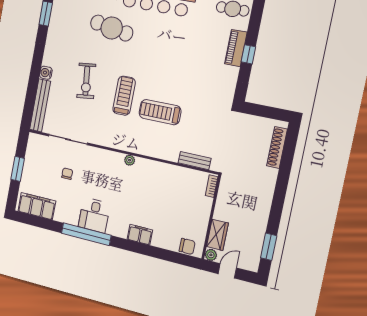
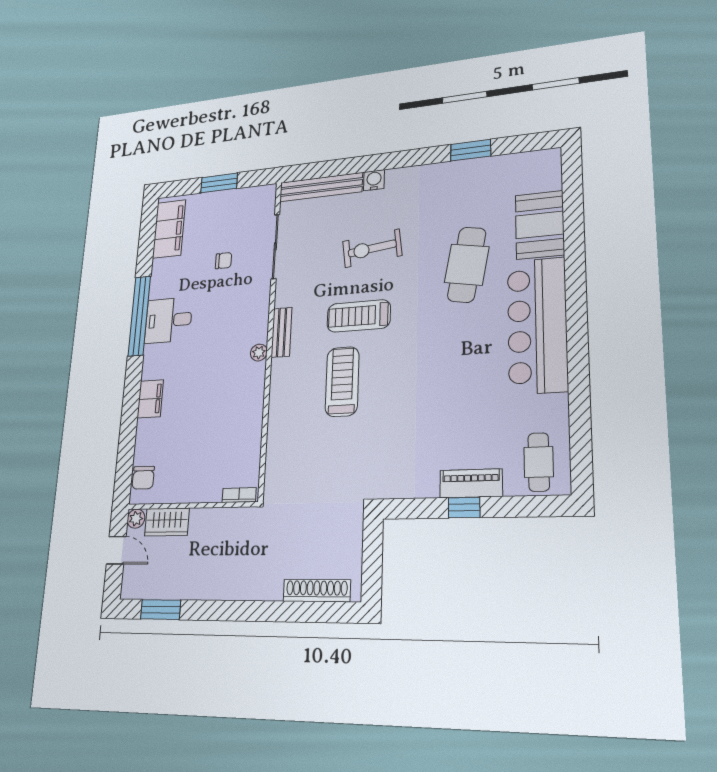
treadmill: (124, 96) -> (359, 316), turned 180
bench: (195, 161) -> (281, 332), moved

